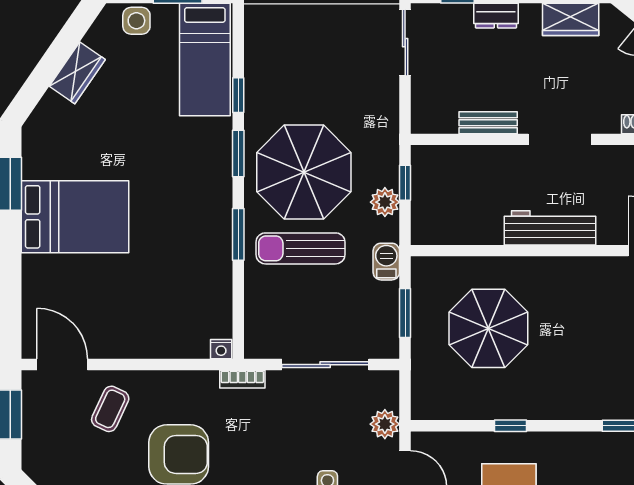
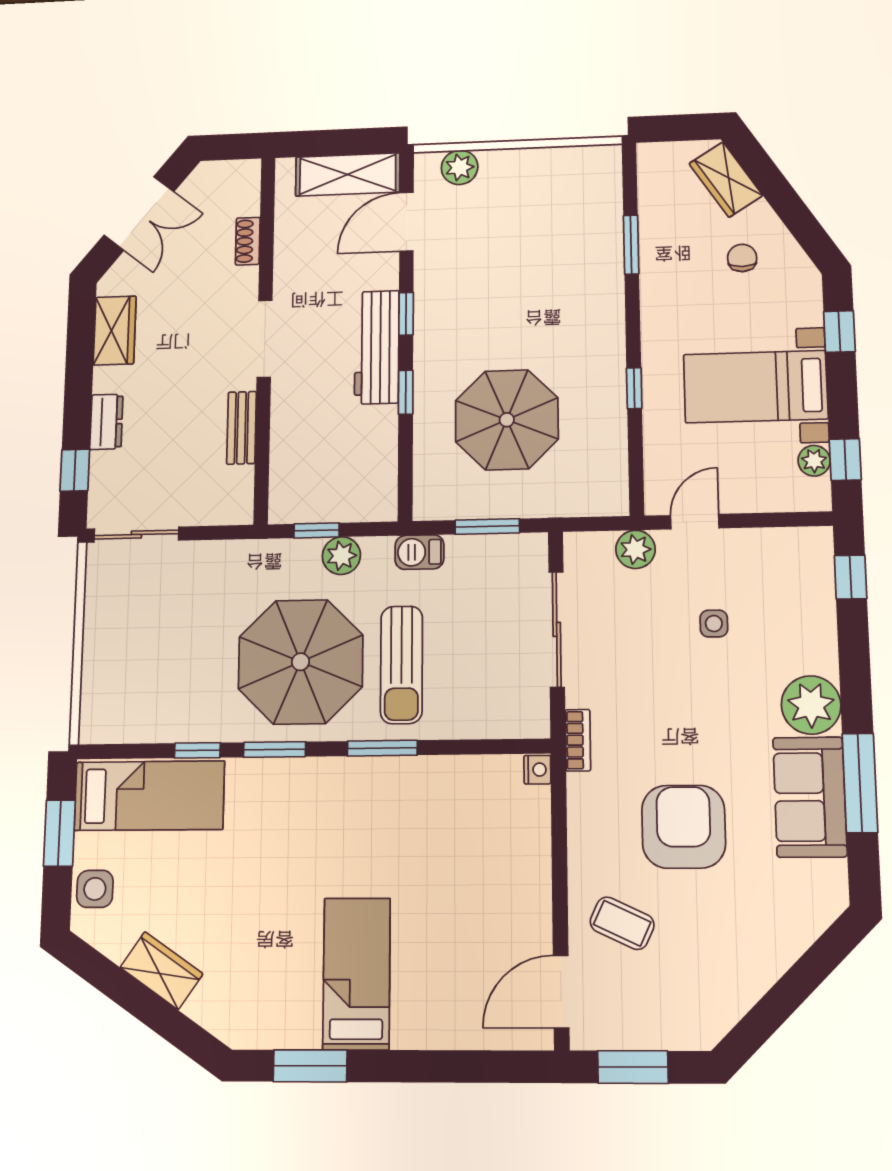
bed: (75, 217) -> (357, 974), width x0.67
window: (513, 251) -> (406, 392), added
window: (576, 251) -> (406, 314), added

